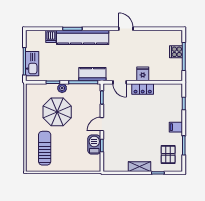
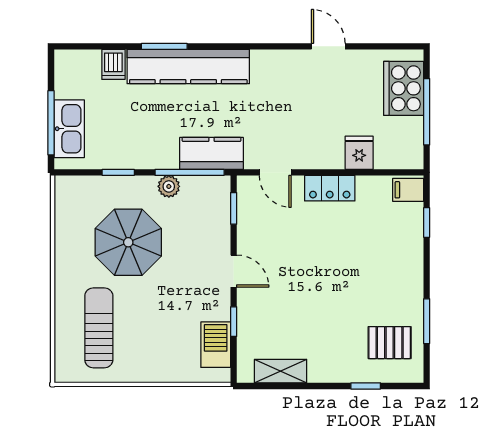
door: (126, 29) -> (328, 46), moved
cooker: (176, 52) -> (404, 88), width x1.87, depth x1.31
fridge: (143, 74) -> (359, 153), moved
plant: (62, 88) -> (169, 186), moved
door: (102, 124) -> (234, 271), swing flipped
filing cabinet: (176, 127) -> (408, 190), moved
barbecue: (94, 145) -> (216, 345), moved
pallet: (168, 154) -> (390, 343), turned 90
shelving: (139, 167) -> (281, 371), moved

